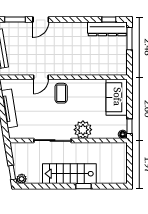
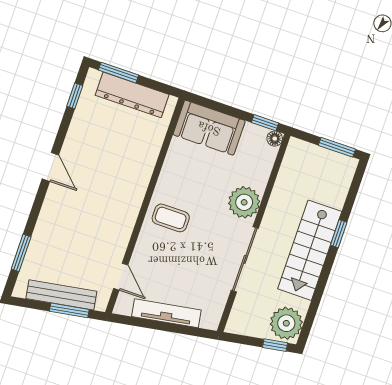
door: (41, 19) -> (50, 167), moved
dresser: (107, 29) -> (132, 95), moved, turned 90
door: (41, 77) -> (121, 277), moved
window: (129, 169) -> (337, 147), added
plant: (22, 179) -> (286, 323), width x1.88, depth x1.88

